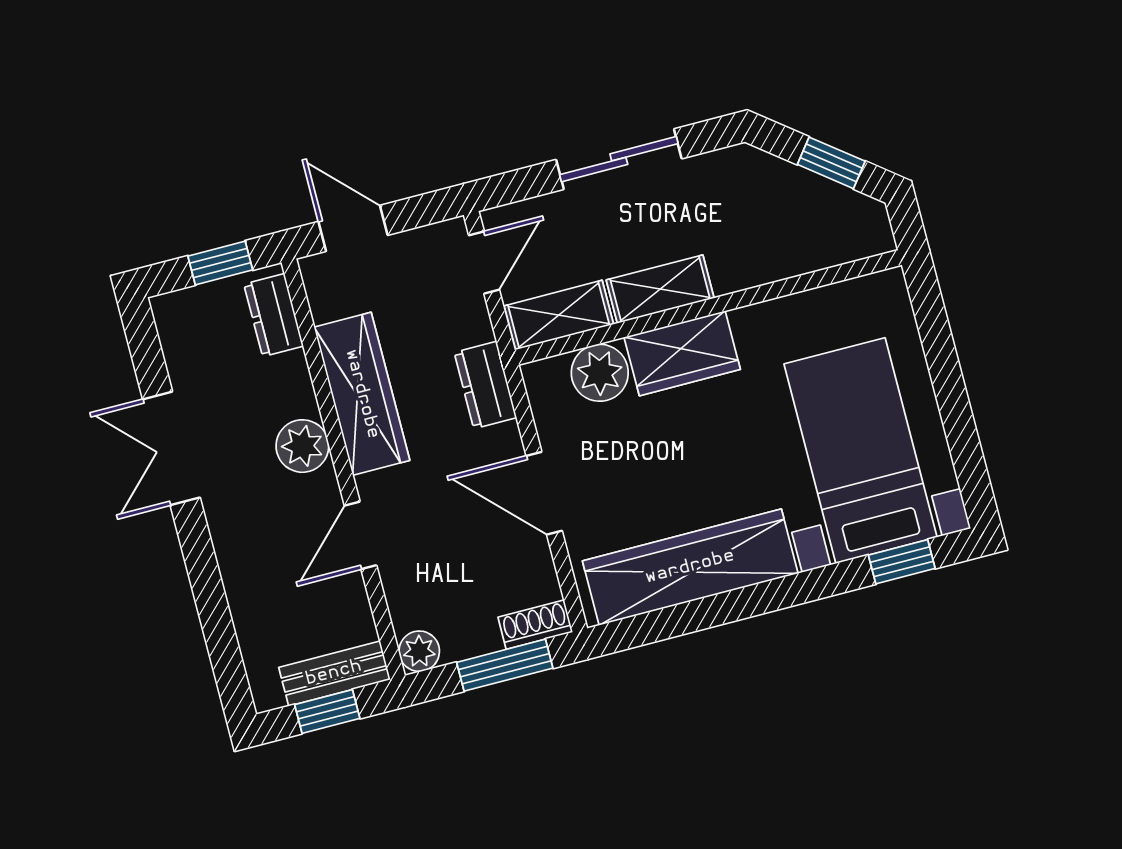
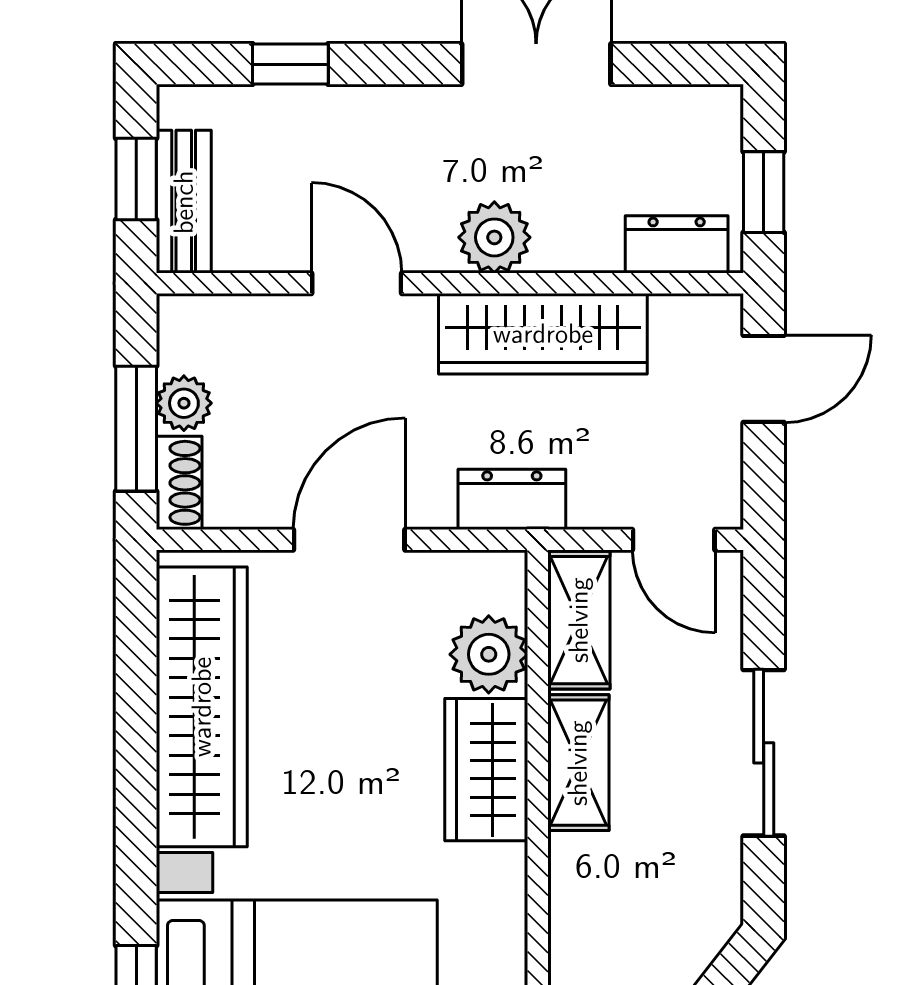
window: (217, 623) -> (290, 64), added
plant: (419, 651) -> (184, 403), moved

